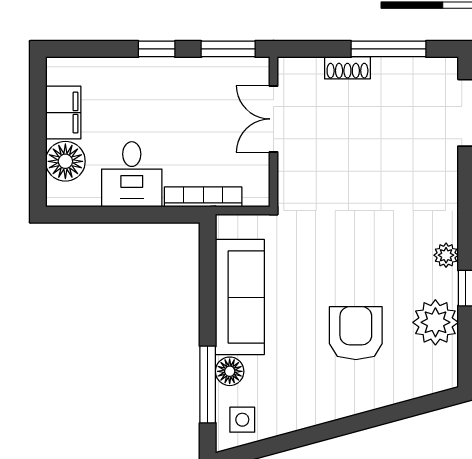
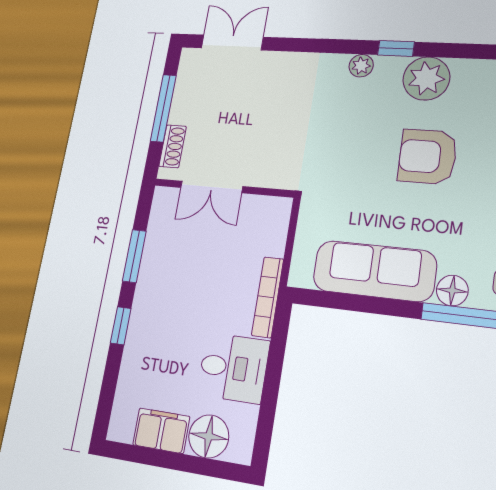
double door: (274, 119) -> (211, 187), moved
wall: (274, 132) -> (223, 188), moved

